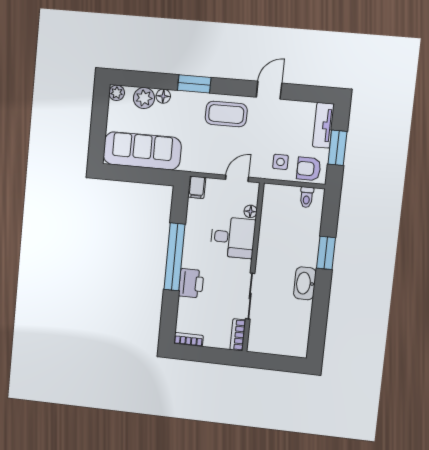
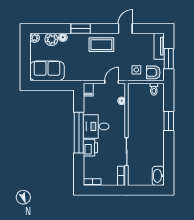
sofa: (142, 151) -> (47, 71), width x0.73
desk: (233, 237) -> (96, 126), moved, turned 180
washbasin: (305, 283) -> (158, 176), moved

